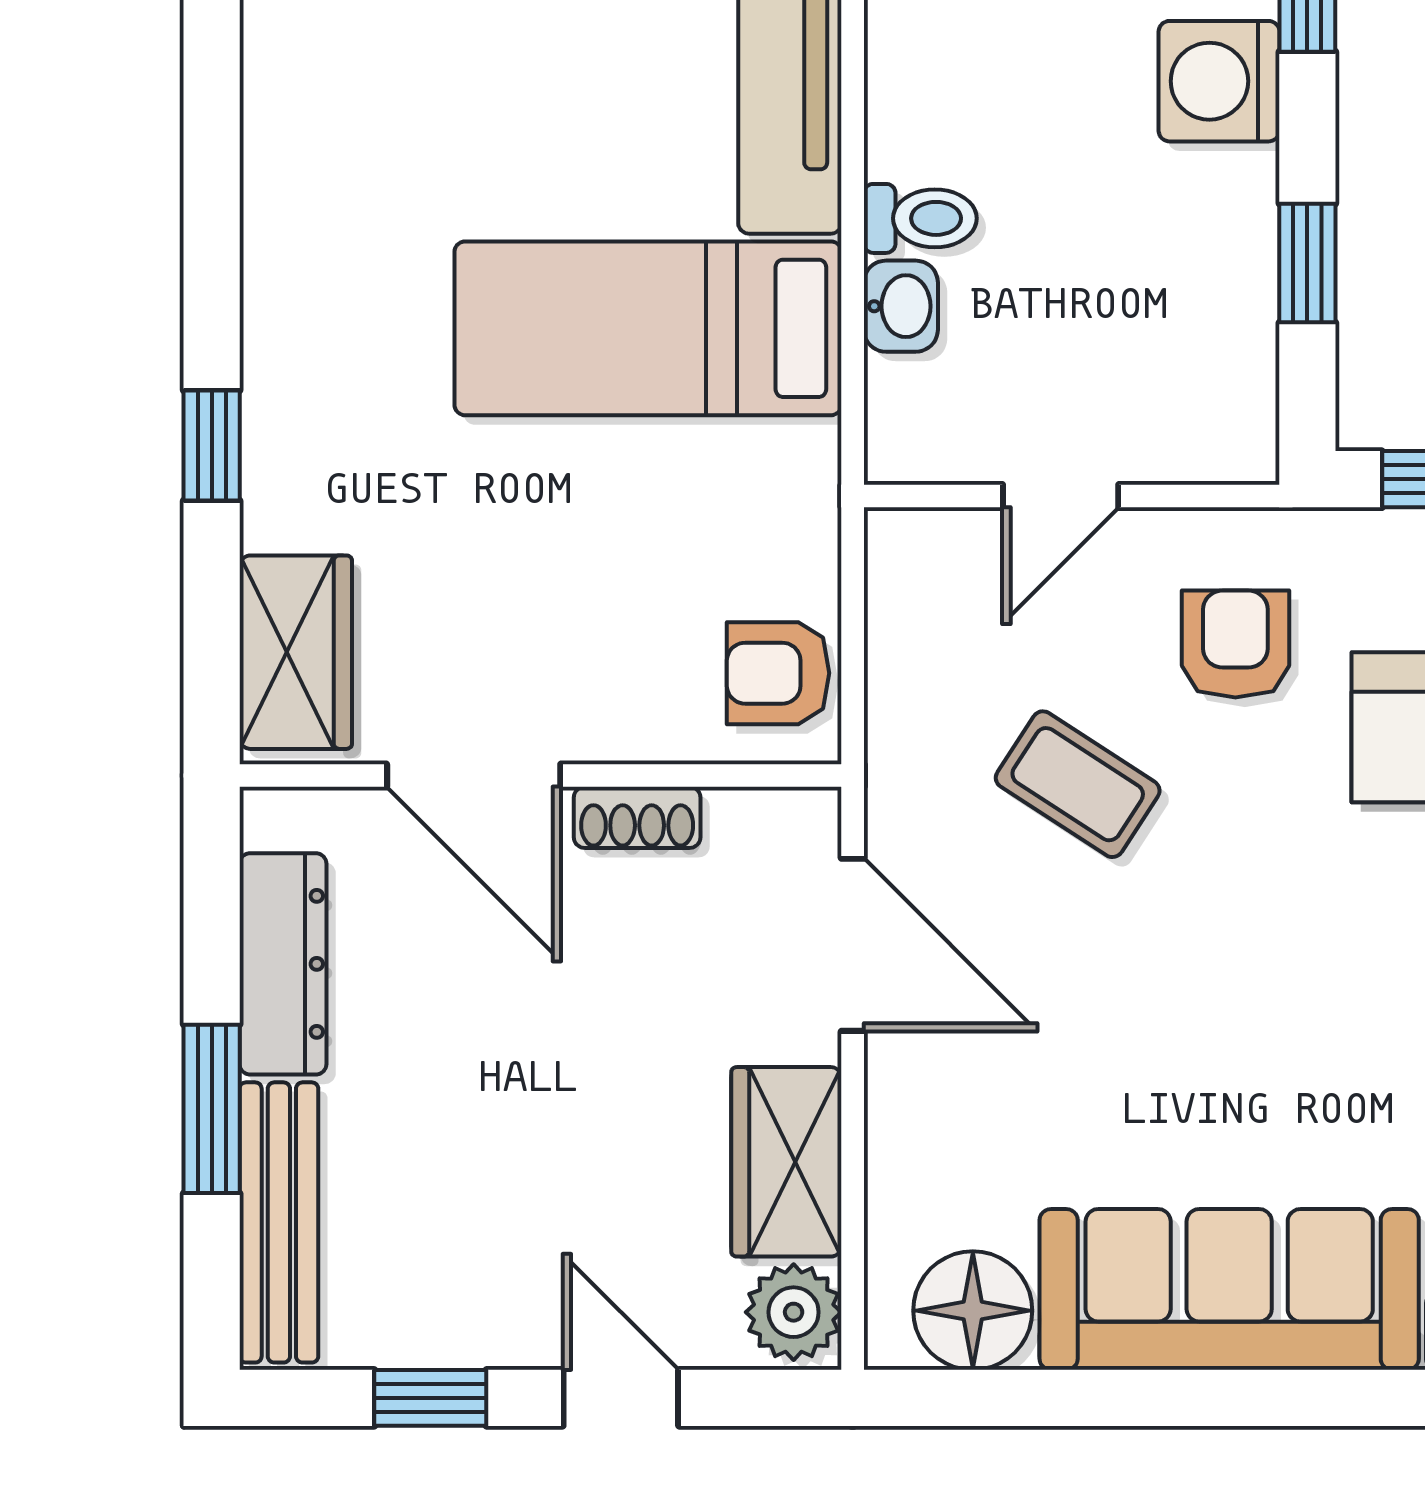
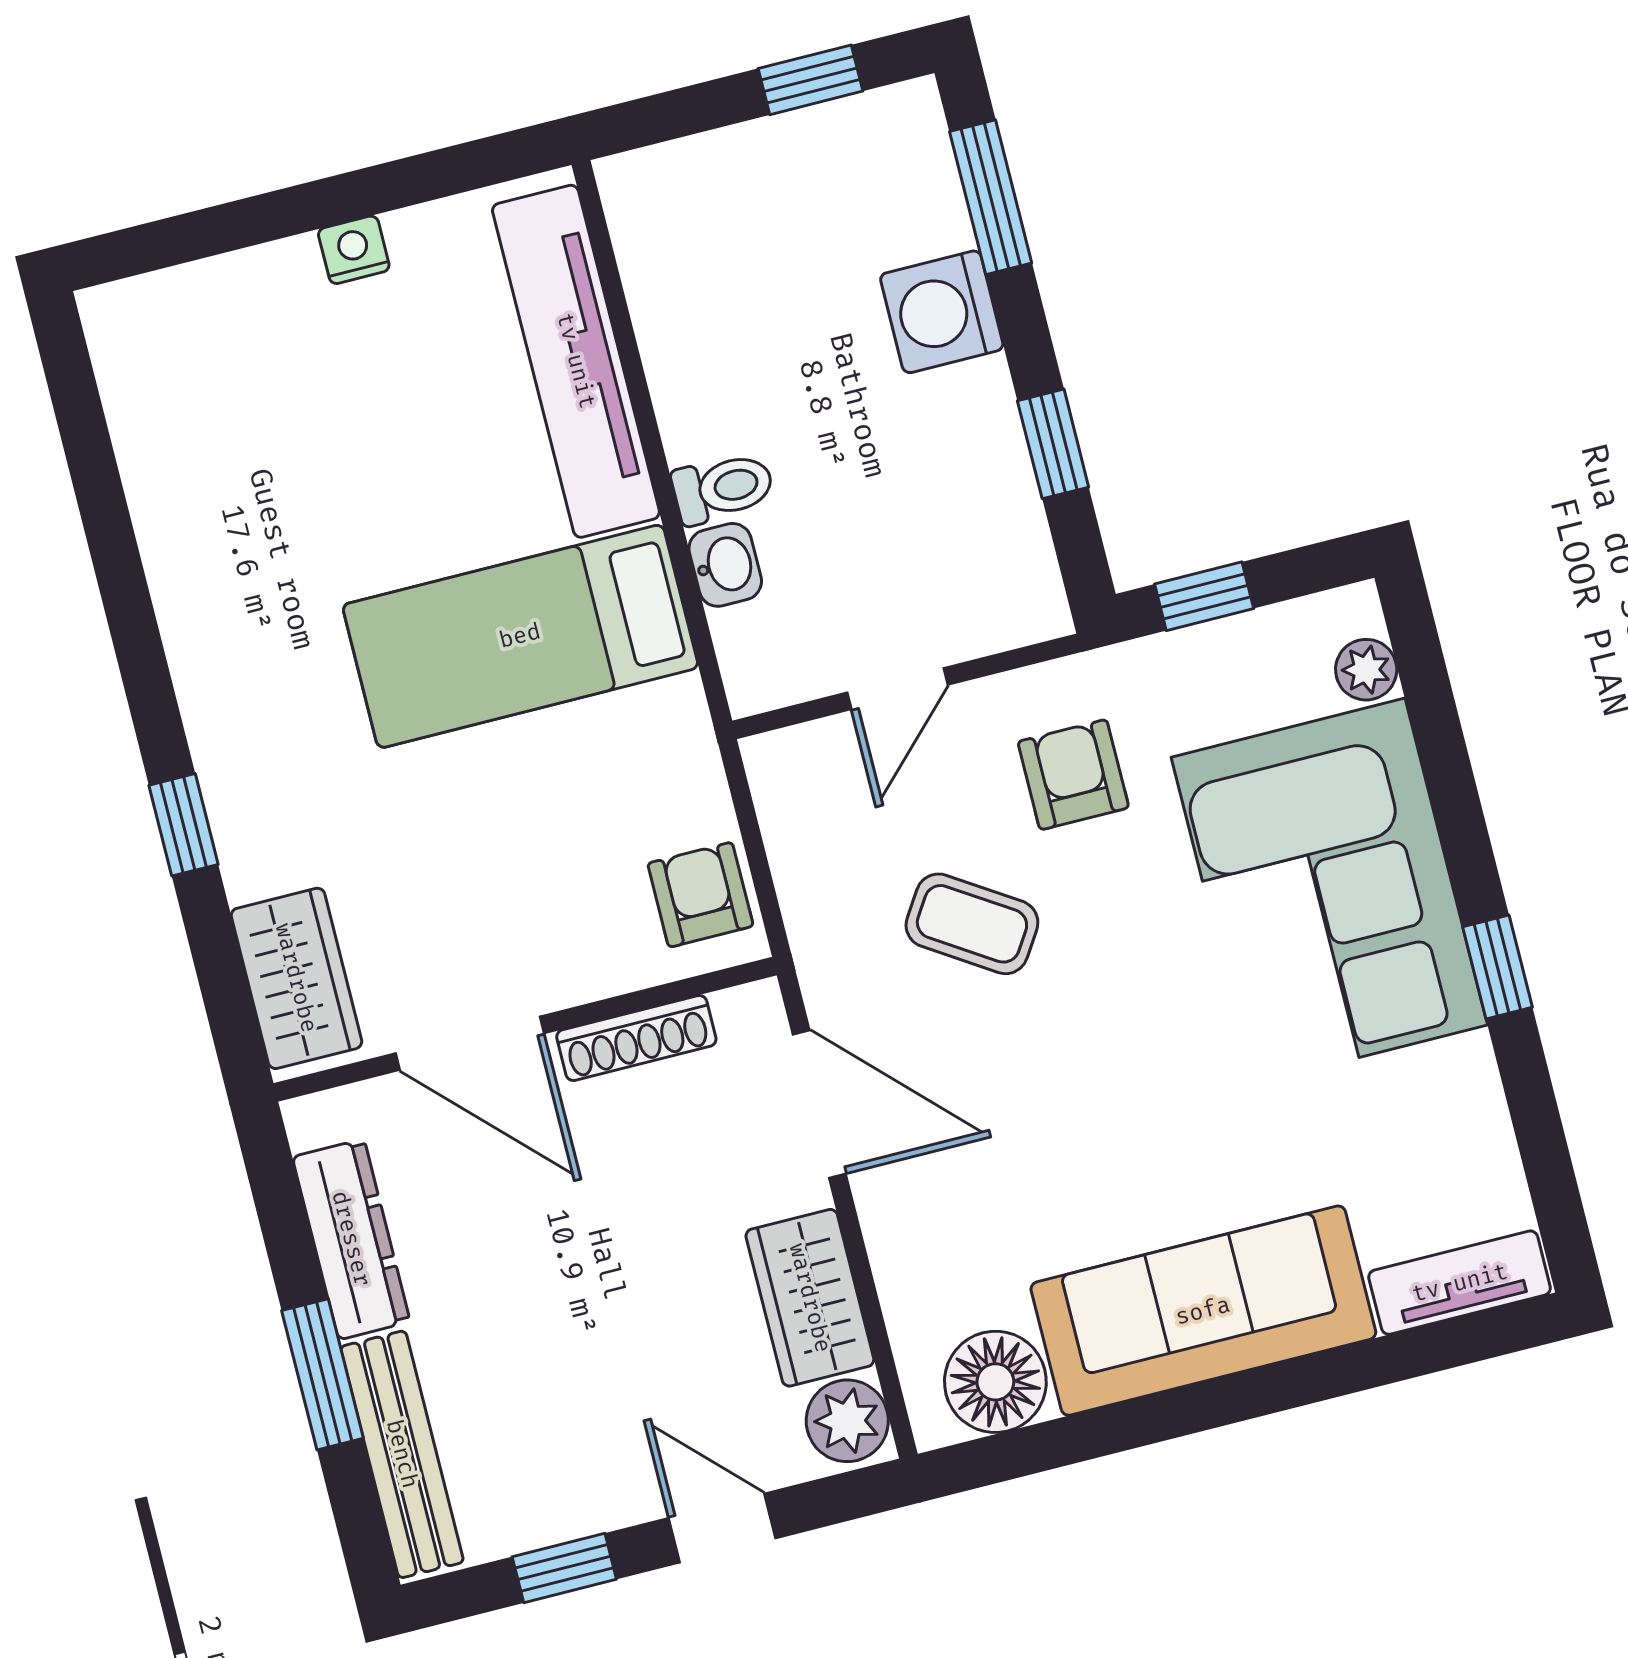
armchair: (778, 673) -> (700, 895), turned 90
shoe rack: (637, 817) -> (636, 1038), width x1.43

